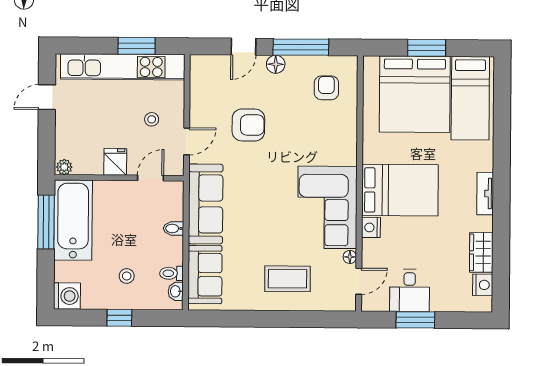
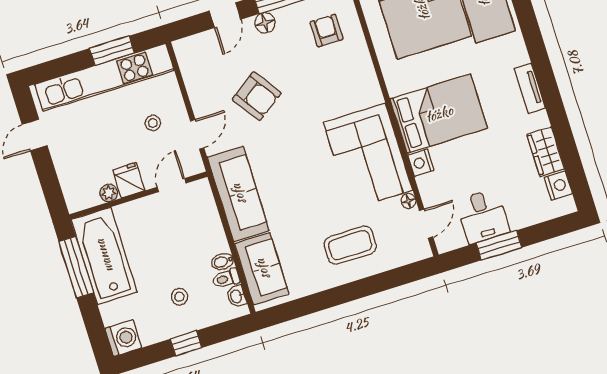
armchair: (248, 125) -> (257, 96), turned 55
plant: (64, 167) -> (109, 193), moved
bidet: (174, 228) -> (223, 262), moved

